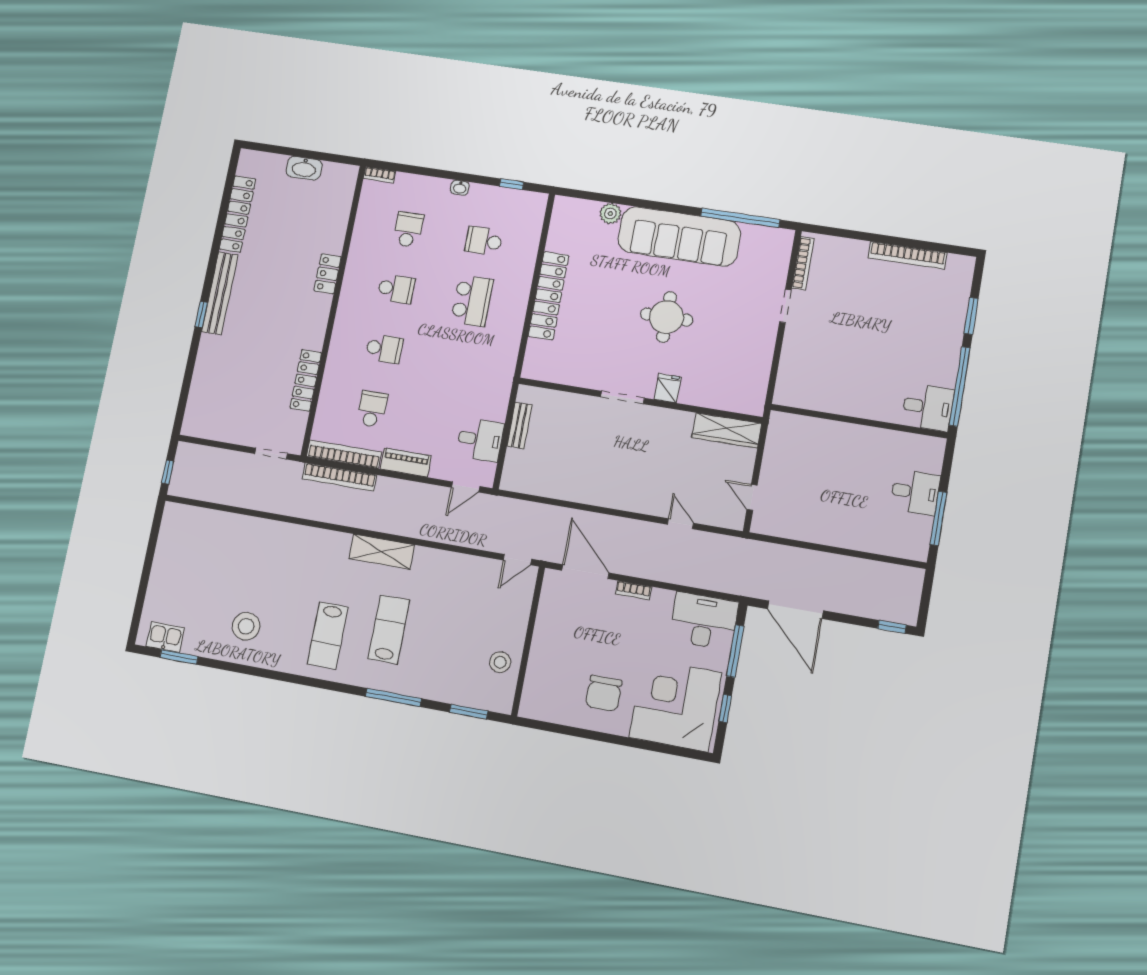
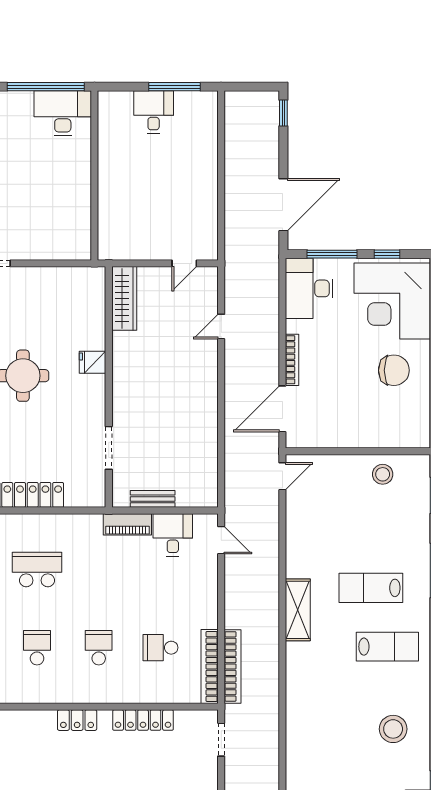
locker: (328, 274) -> (77, 720), moved
doorway: (622, 398) -> (109, 448), moved
desk: (928, 407) -> (63, 113), width x1.37
piano: (406, 462) -> (127, 524), moved, turned -90
door: (517, 560) -> (282, 476), hinge flipped
bookcase: (634, 590) -> (292, 360), width x1.56

